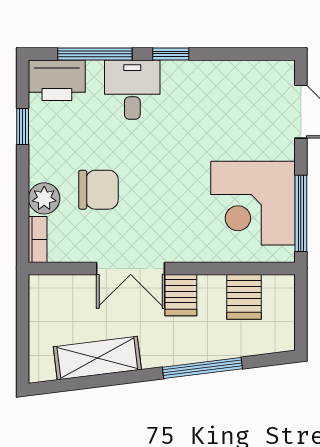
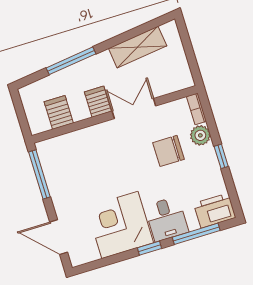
window: (23, 127) -> (221, 156), moved
corner desk: (253, 203) -> (120, 225), moved, turned -90

